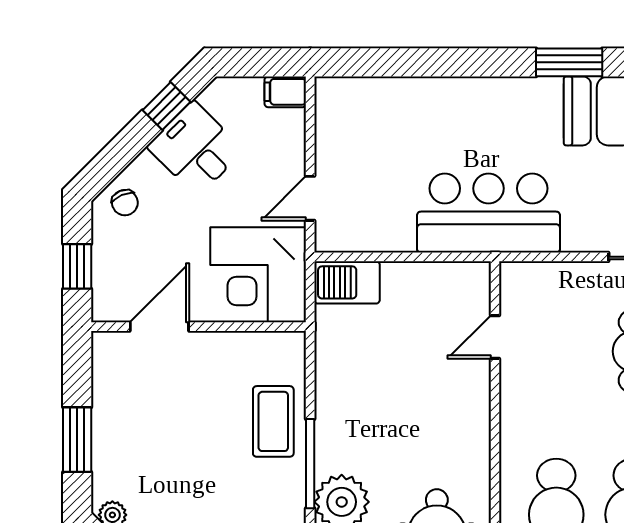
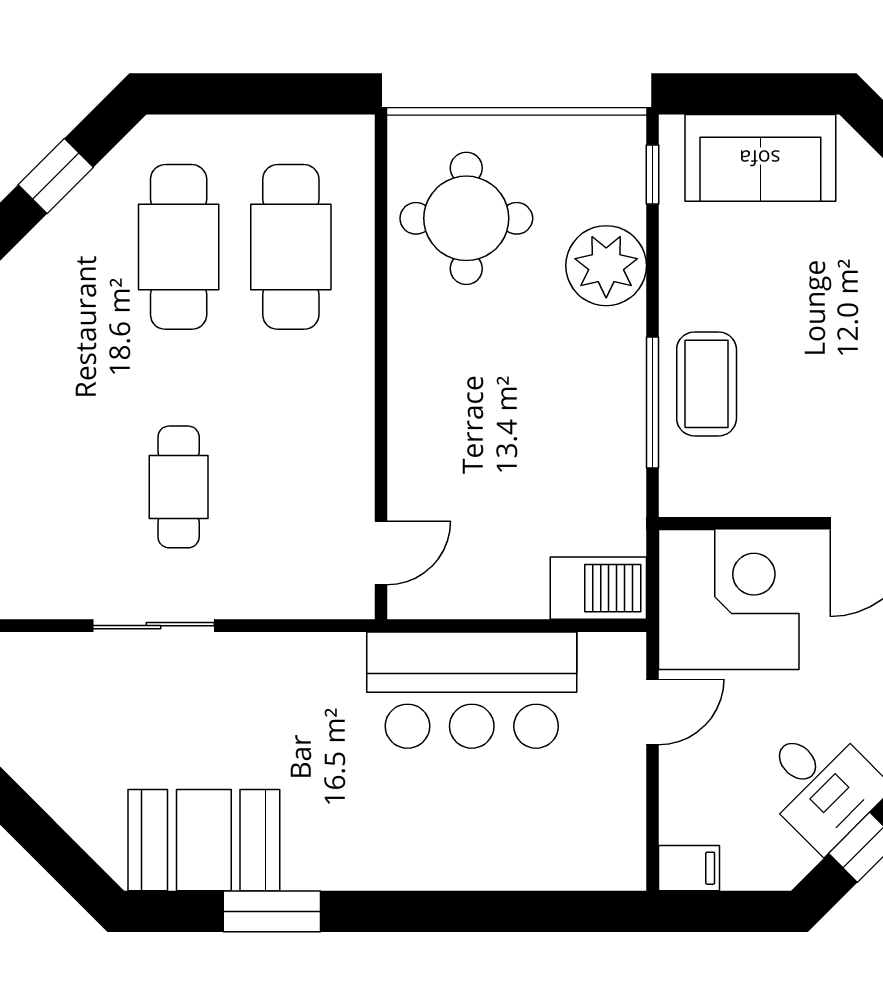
bar counter: (489, 213) -> (472, 690), moved
door: (495, 337) -> (381, 553), moved
window: (310, 464) -> (652, 402), moved

